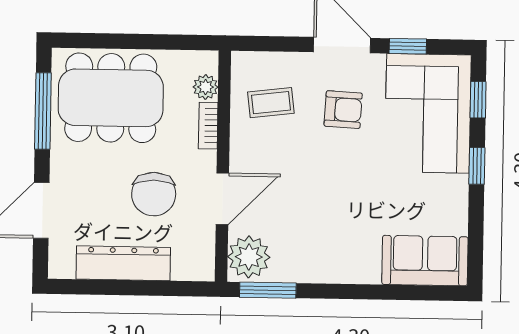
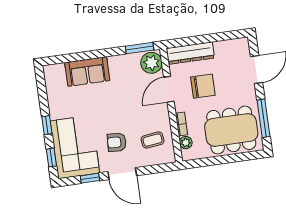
chair: (154, 194) -> (203, 86), turned 90
sofa: (425, 261) -> (87, 72), moved
dresser: (123, 263) -> (190, 53), moved

